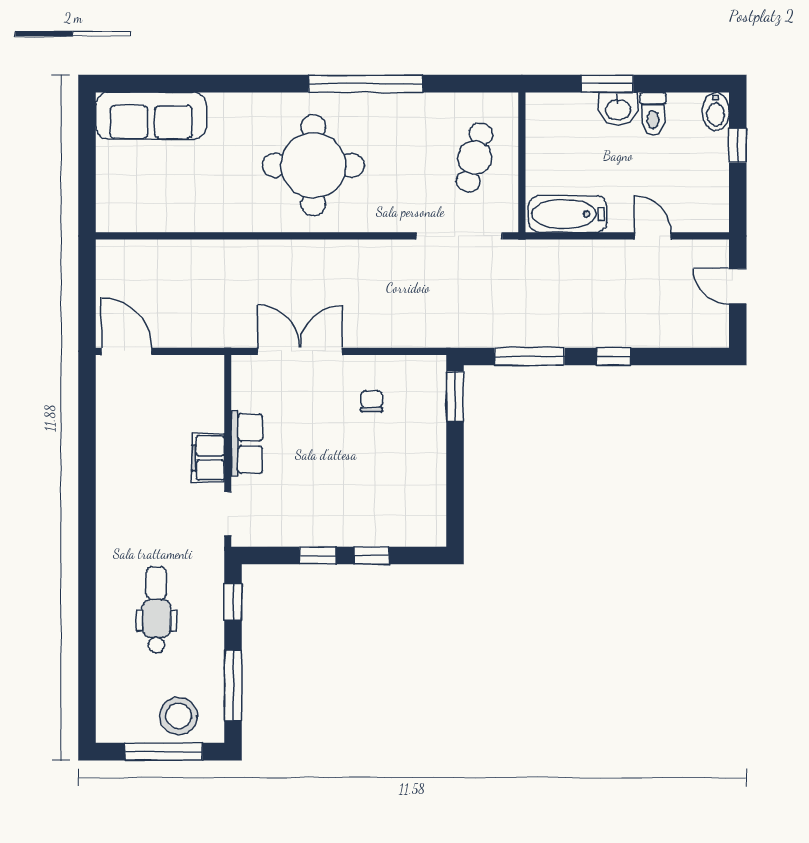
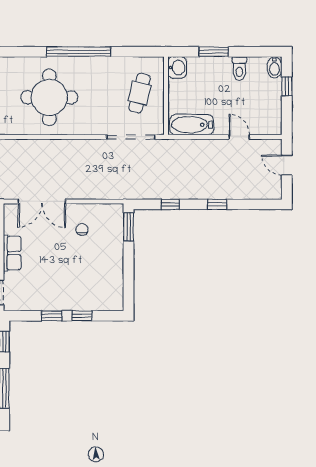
washbasin: (618, 109) -> (177, 67), moved, turned -90
double door: (300, 351) -> (42, 201), swing flipped
window: (529, 357) -> (170, 204), width x0.46

